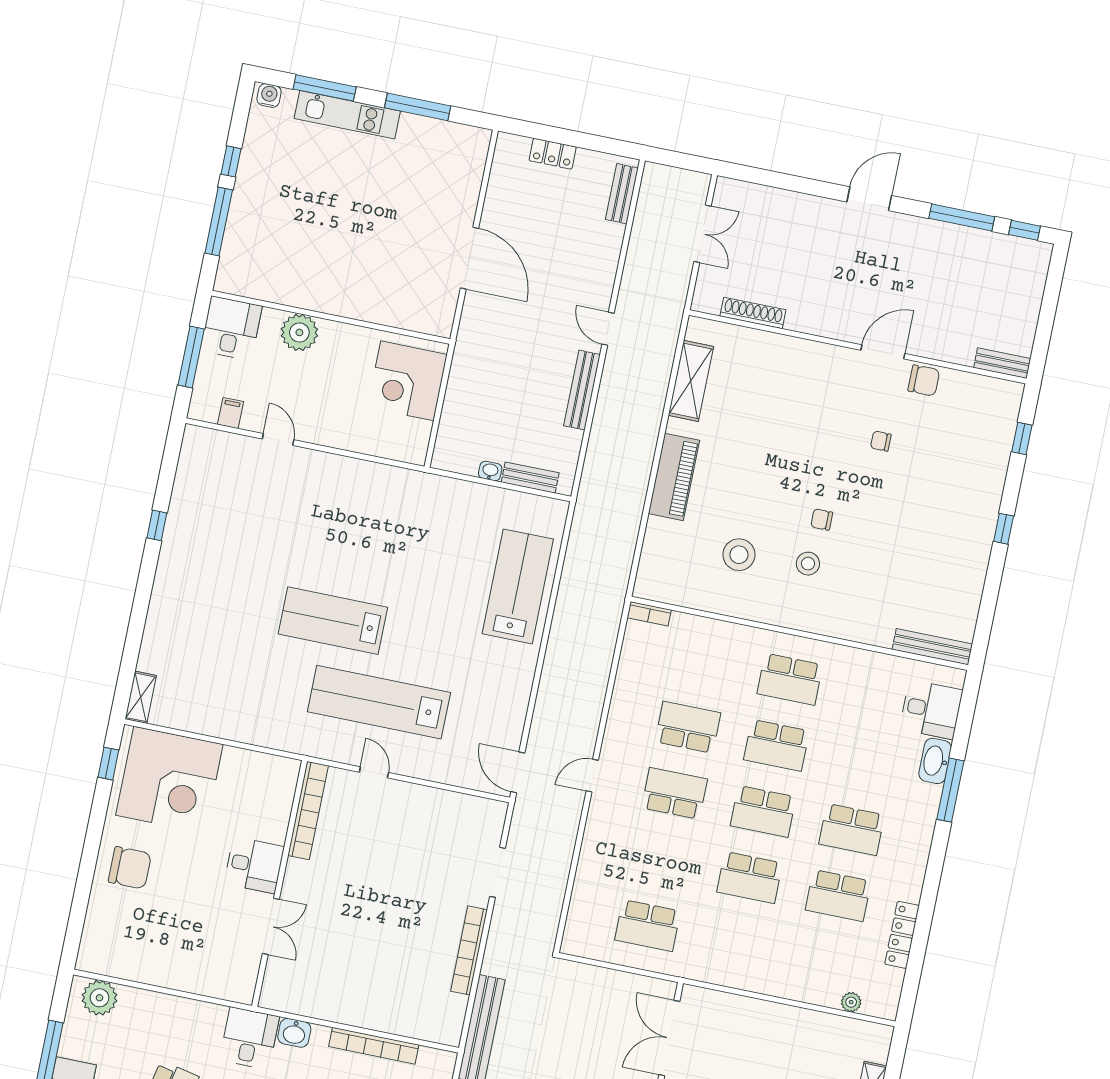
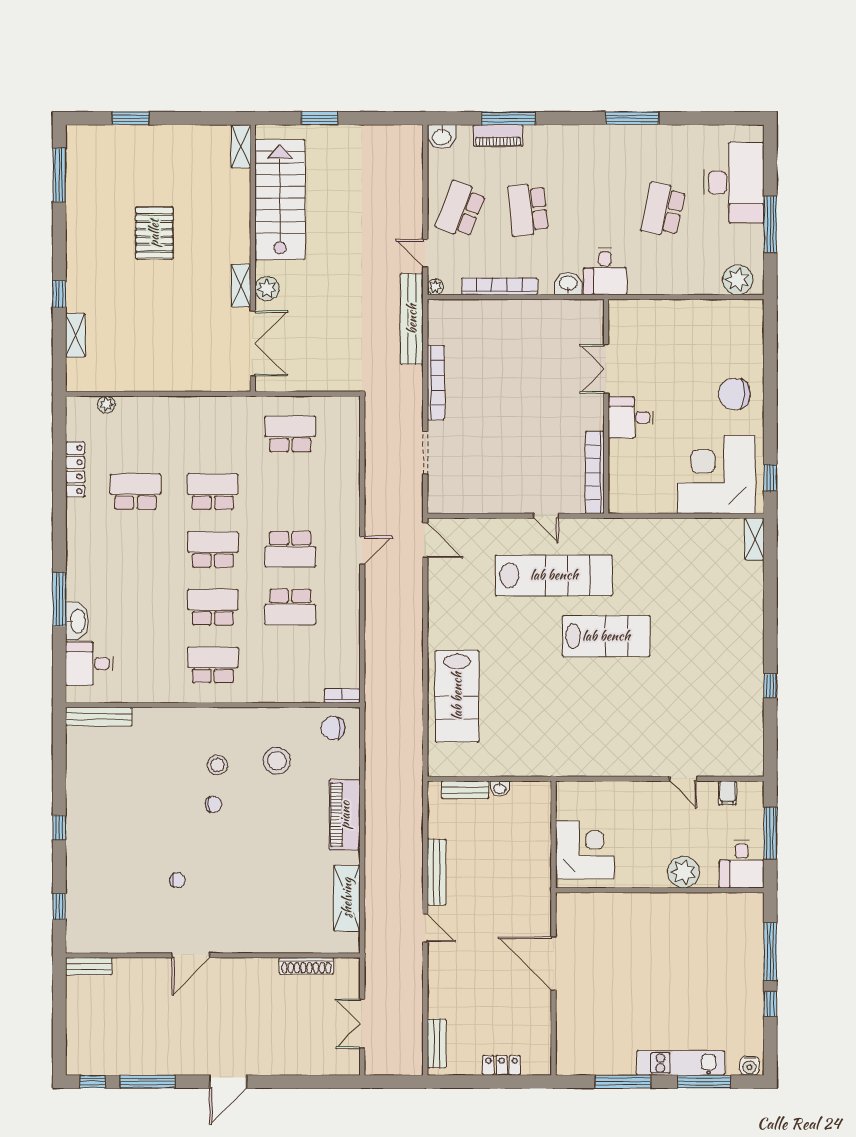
chair: (924, 380) -> (333, 728), moved
school desk: (852, 829) -> (135, 549), removed
plant: (447, 1060) -> (435, 287), added

